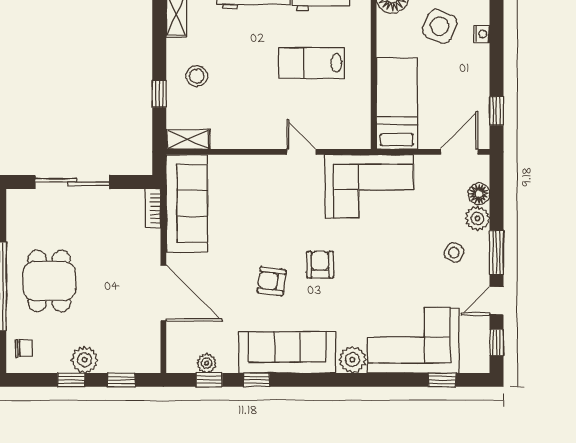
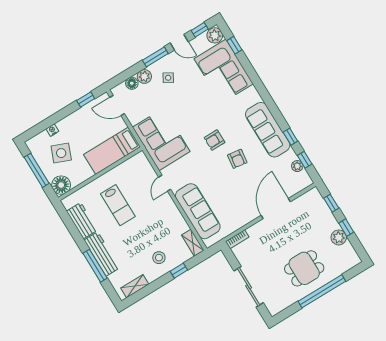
sofa: (187, 203) -> (198, 211), moved, turned 90
chair: (24, 348) -> (345, 261), removed
plant: (85, 360) -> (339, 237), moved
plant: (352, 360) -> (215, 35), moved

